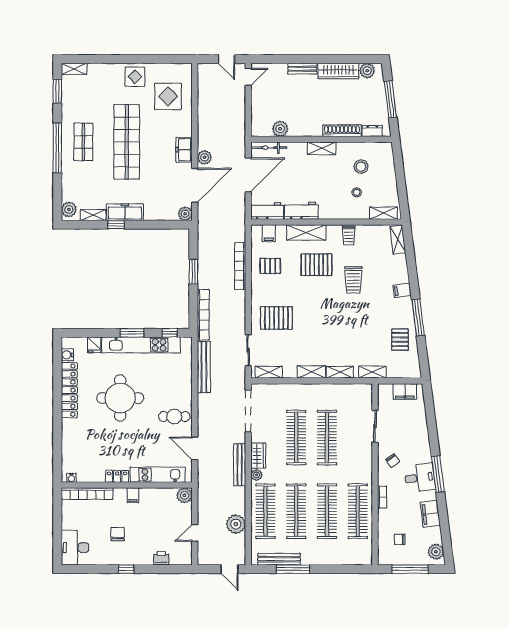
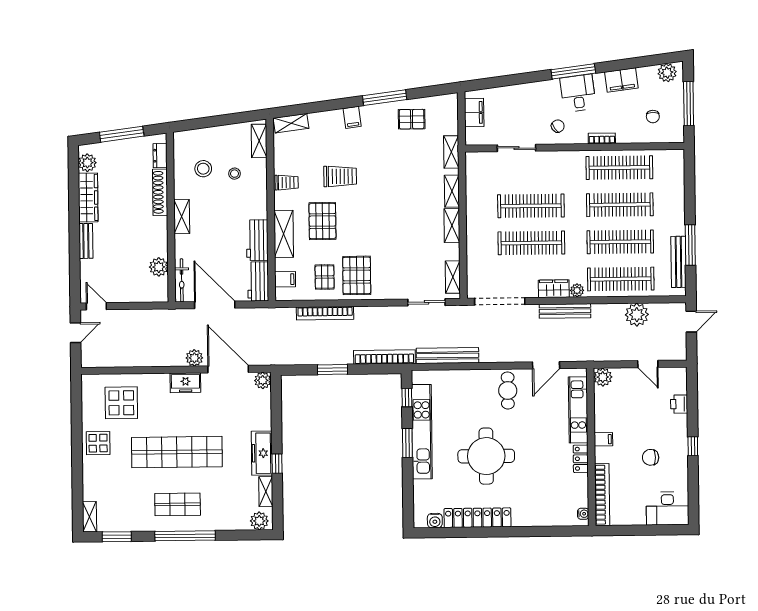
pallet: (276, 318) -> (357, 275), moved
fridge: (94, 345) -> (422, 488), removed

